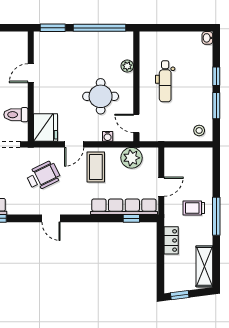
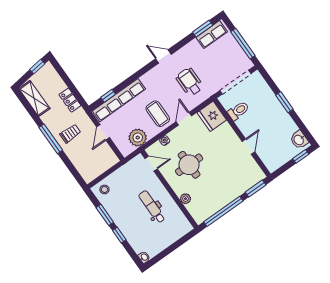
wheelchair: (43, 176) -> (190, 82), turned 116

